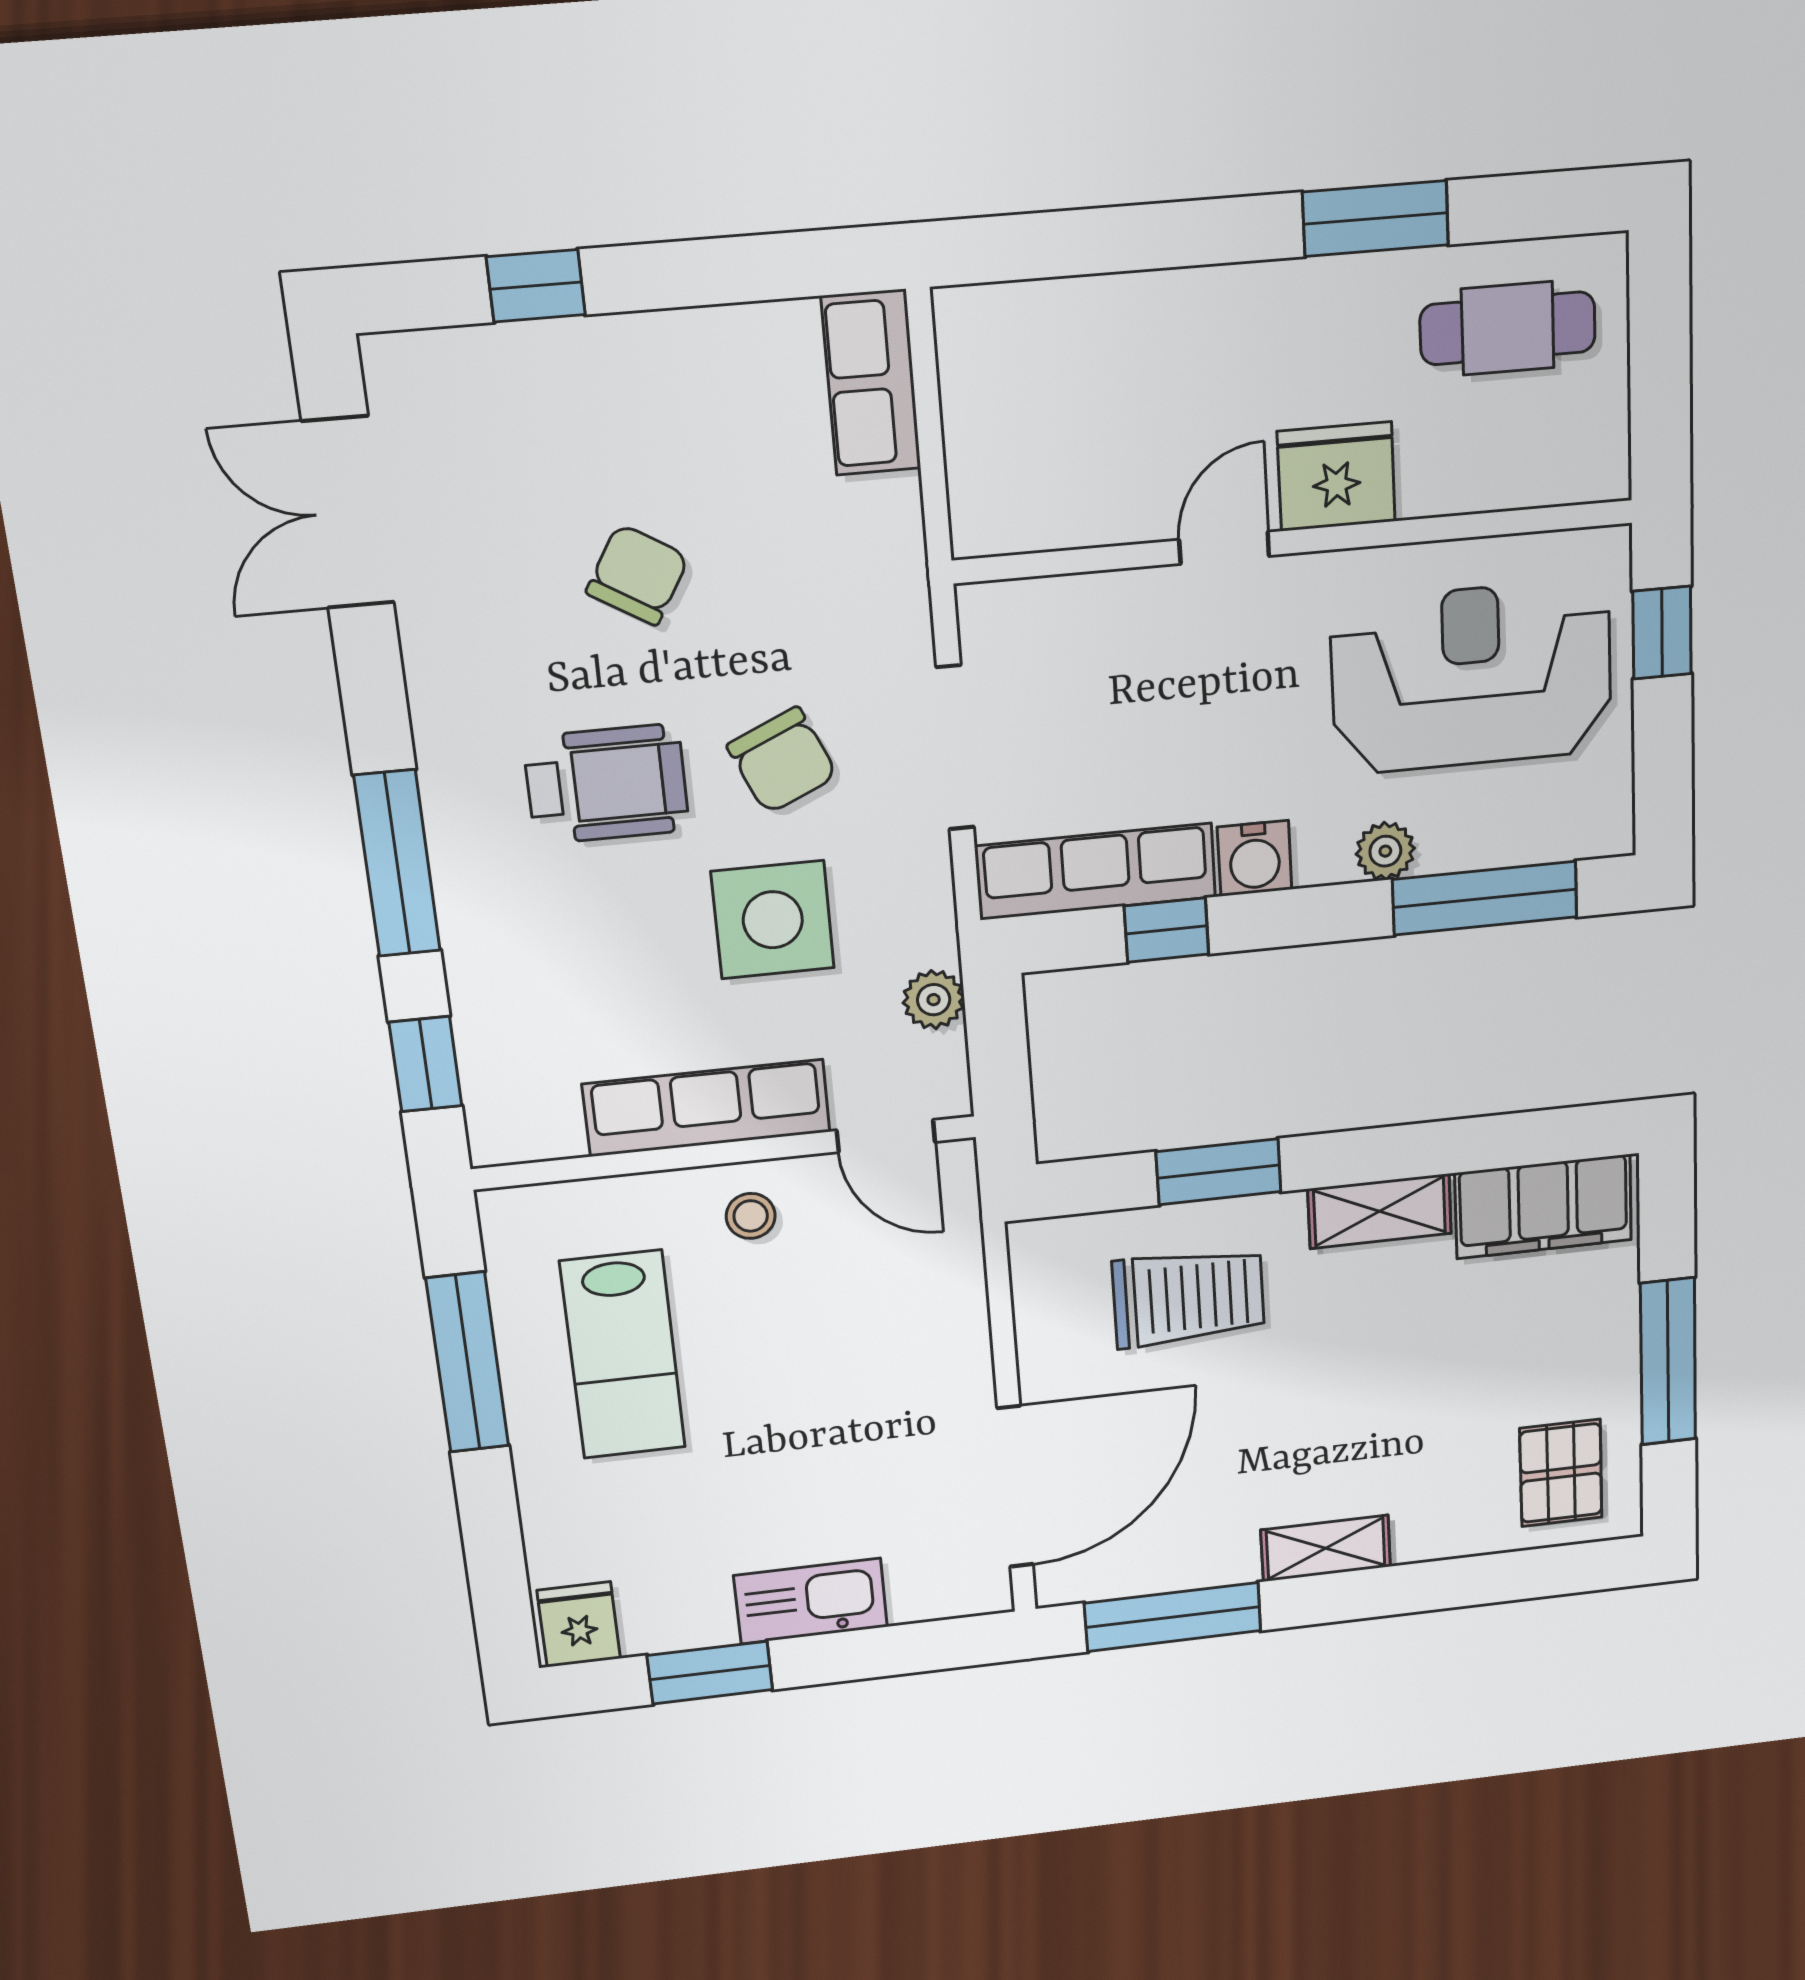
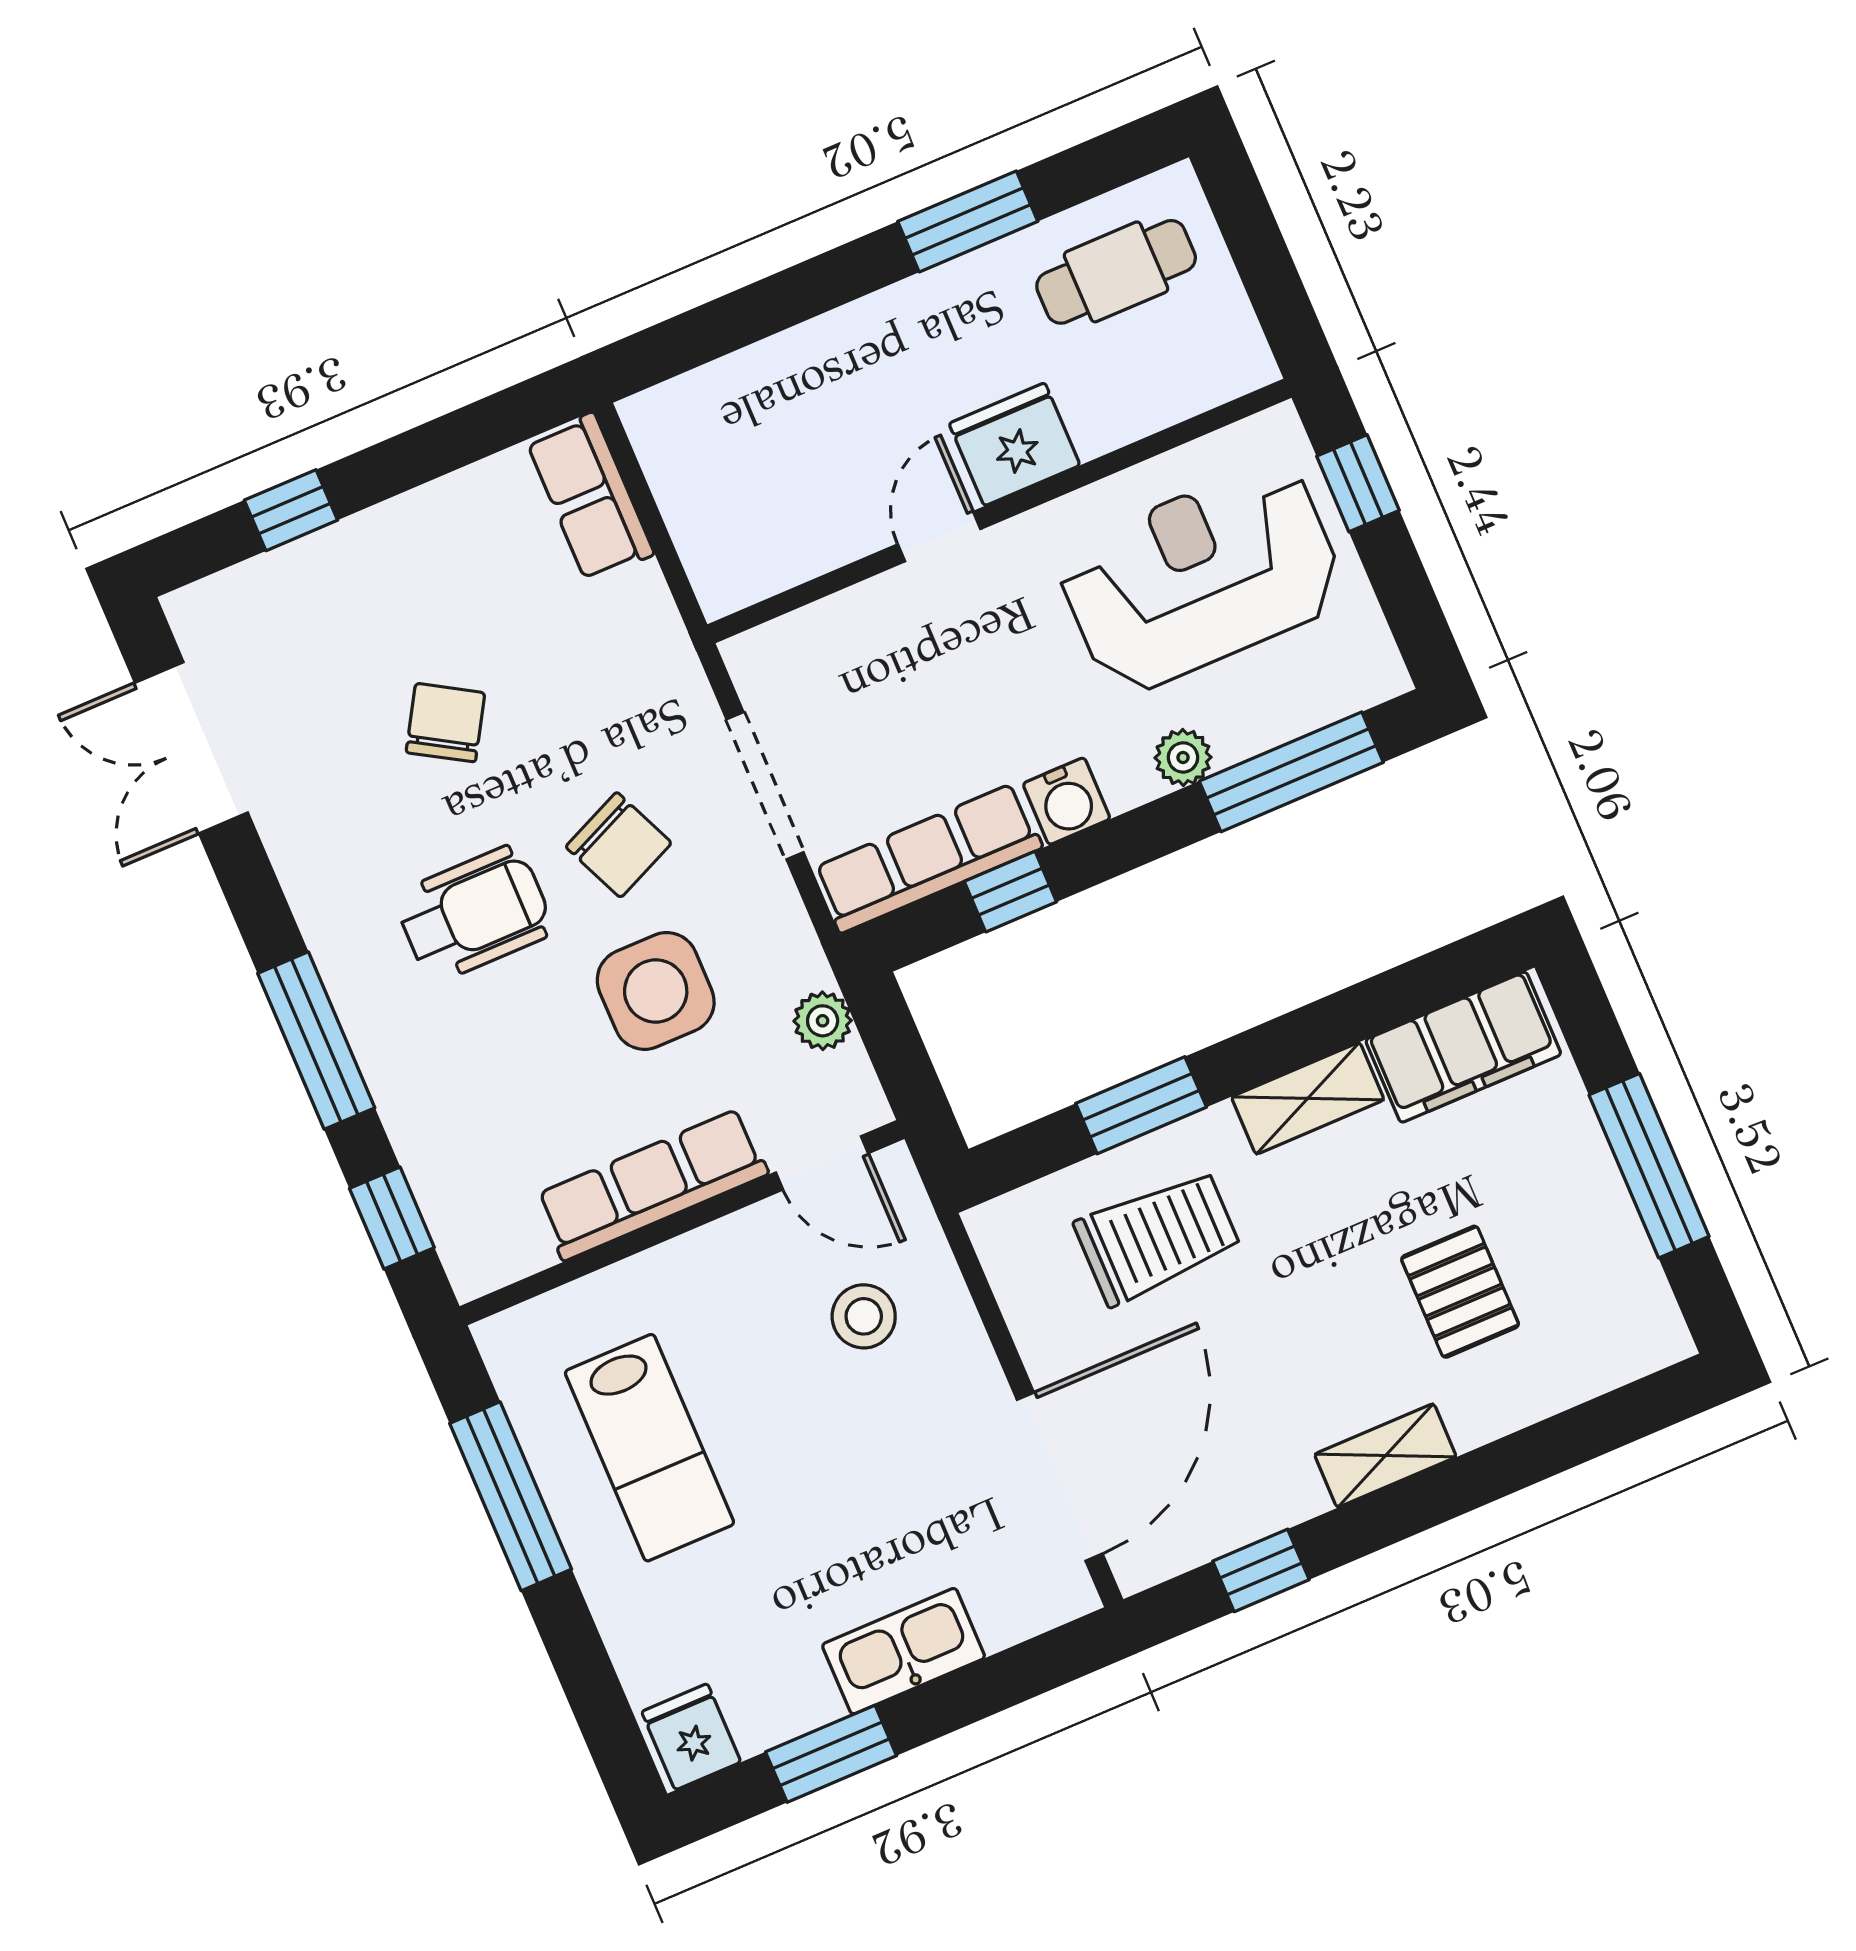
stool: (751, 1216) -> (864, 1316), moved, width x1.37, depth x1.37
pallet: (1561, 1473) -> (1460, 1292), moved
window: (1173, 1617) -> (1261, 1570), width x0.46

